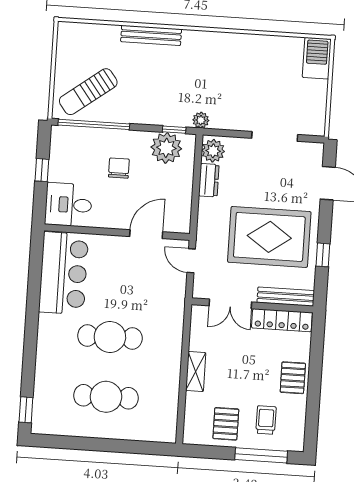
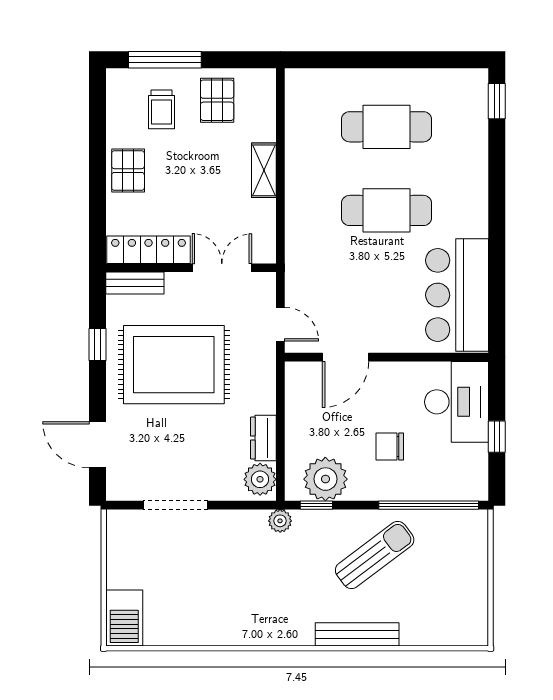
sun lounger: (88, 92) -> (375, 555), moved
chair: (119, 168) -> (390, 447), turned 90
desk: (68, 205) -> (457, 402), width x1.37
bench: (286, 297) -> (135, 283), width x0.73

